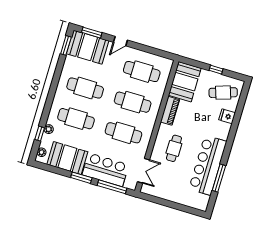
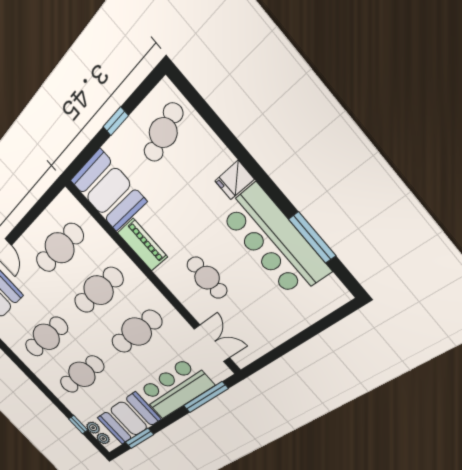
fridge: (227, 116) -> (234, 180), moved
plant: (49, 129) -> (93, 428), moved
window: (81, 178) -> (139, 438), moved

